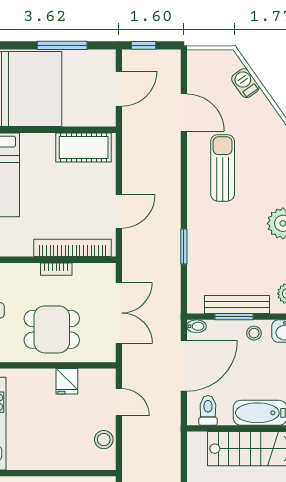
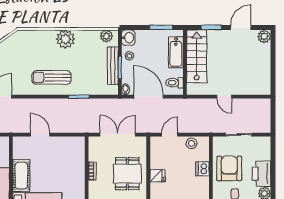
cot: (84, 147) -> (21, 176), moved
sun lounger: (223, 168) -> (51, 77), moved
door: (119, 211) -> (40, 135), moved
bookcase: (72, 248) -> (80, 162), removed
fridge: (67, 381) -> (158, 176), moved
dishwasher: (60, 459) -> (203, 169), added

